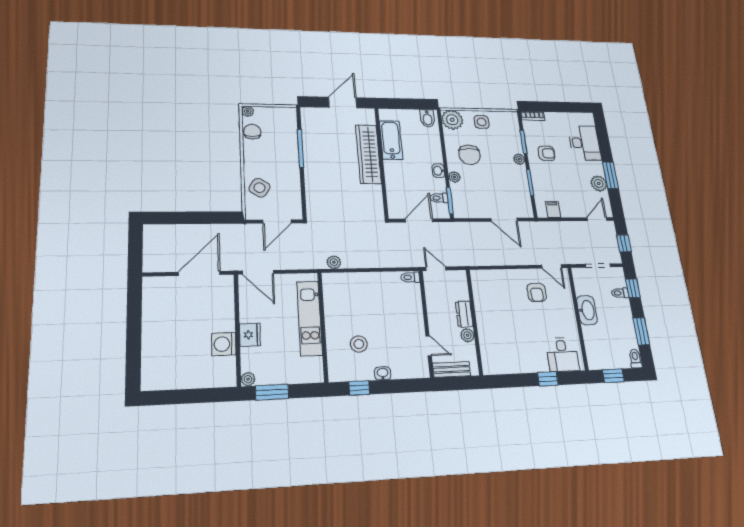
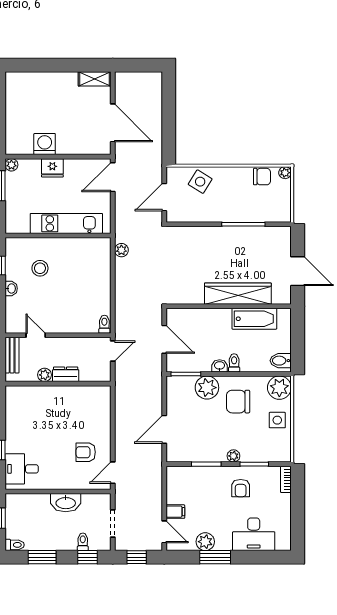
plant: (454, 177) -> (207, 388), width x1.88, depth x1.88
toilet: (439, 198) -> (234, 363), moved
filing cabinet: (553, 210) -> (175, 512), moved
door: (277, 222) -> (164, 197), hinge flipped
shelving: (150, 293) -> (95, 79), added
door: (429, 346) -> (36, 335), swing flipped

